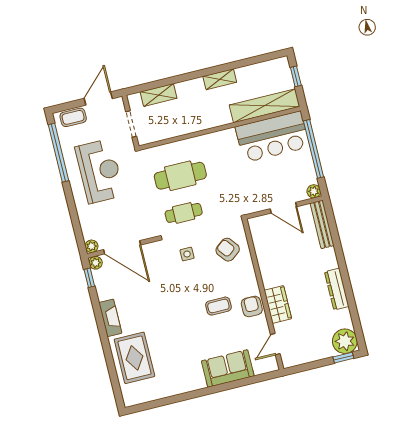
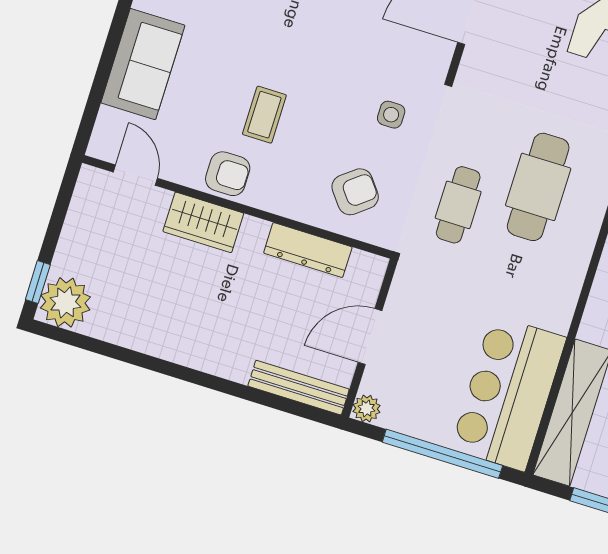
cafe table: (184, 213) -> (458, 205), moved
dresser: (337, 289) -> (308, 250), moved, turned 180

